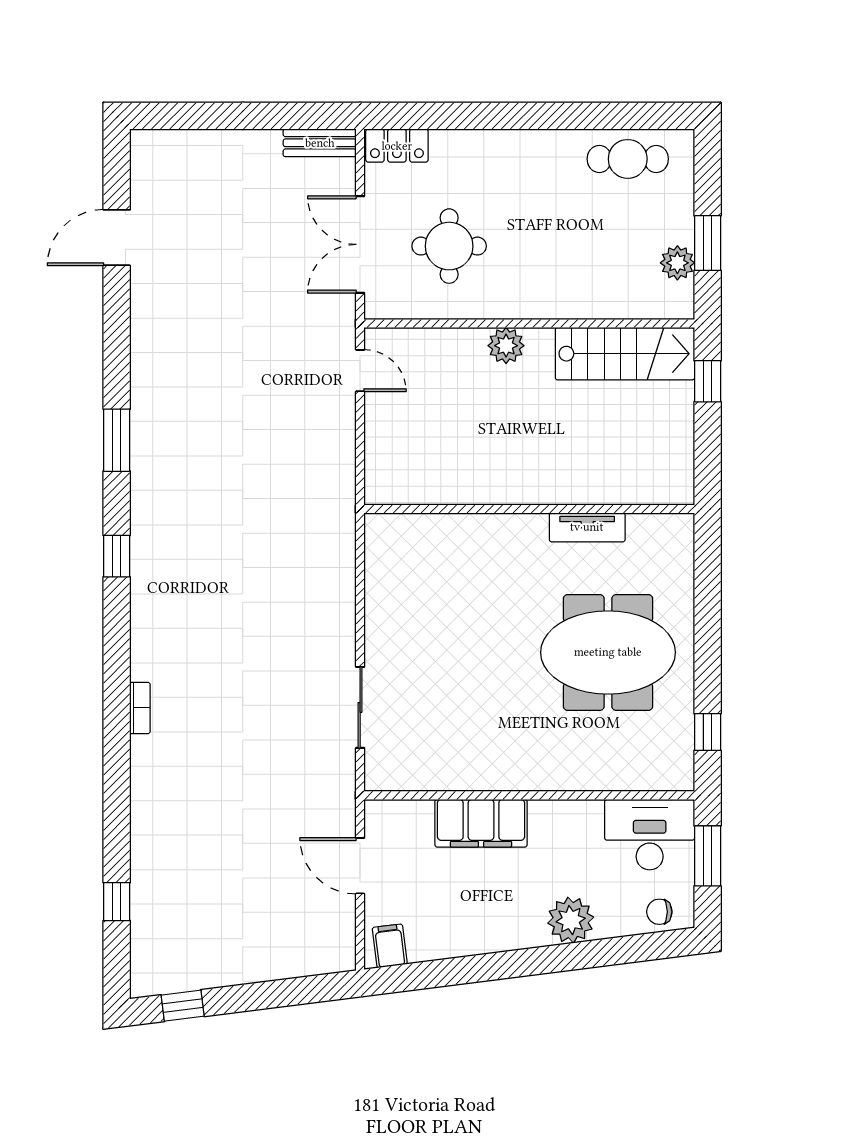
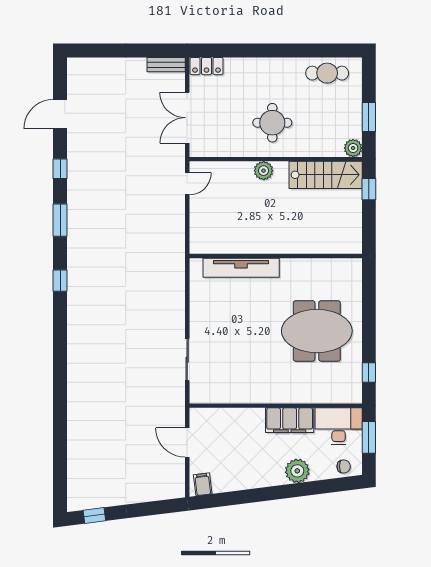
round table: (449, 246) -> (272, 123), moved
plant: (677, 263) -> (353, 148), moved
door: (360, 371) -> (187, 184), hinge flipped
tv unit: (587, 527) -> (241, 268), moved, width x1.92, depth x1.29
bookcase: (140, 708) -> (72, 360), removed
filing cabinet: (481, 823) -> (290, 420), moved
window: (117, 902) -> (60, 169), moved
chair: (659, 912) -> (344, 466), turned 180

